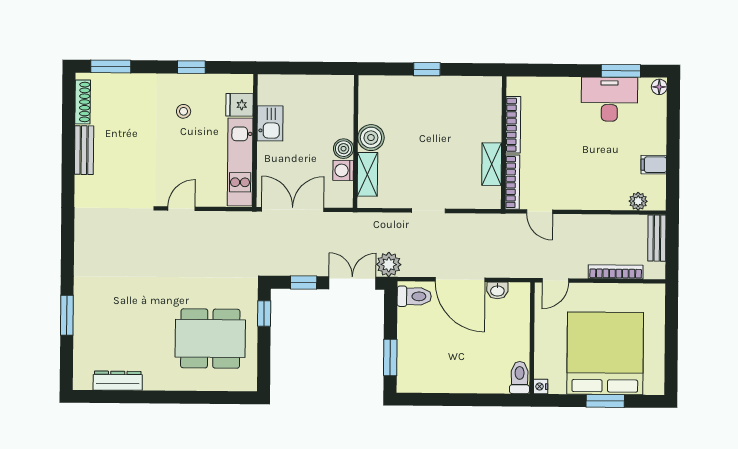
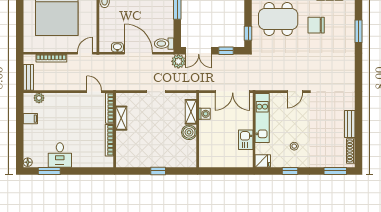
desk: (609, 99) -> (60, 155), width x0.73
fridge: (240, 105) -> (263, 161), moved
boiler: (344, 149) -> (204, 126), removed
chair: (143, 327) -> (316, 25), added

